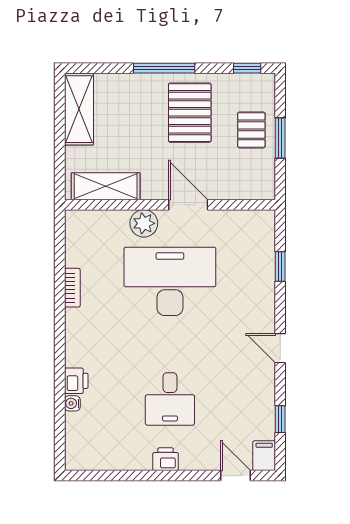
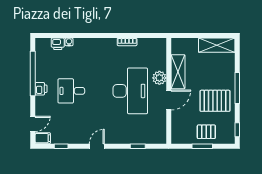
shelving: (106, 186) -> (178, 72), moved
printer: (76, 381) -> (58, 44), moved
window: (135, 476) -> (33, 74), added

